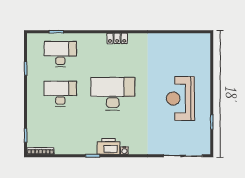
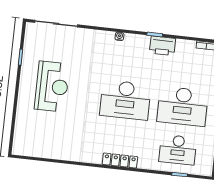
locker: (117, 38) -> (120, 161), width x1.53
desk: (60, 94) -> (183, 106), width x1.36, depth x1.30
printer: (108, 146) -> (162, 46), moved

